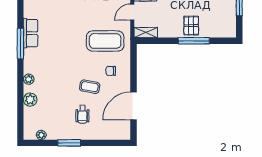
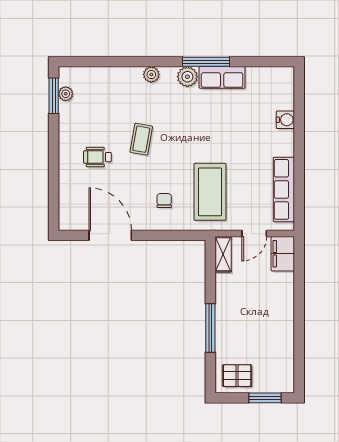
door: (132, 12) -> (254, 234), swing flipped
pallet: (191, 26) -> (237, 376), moved
coffee table: (90, 87) -> (141, 139), moved
plant: (30, 100) -> (187, 77), moved
window: (69, 143) -> (54, 96), moved

